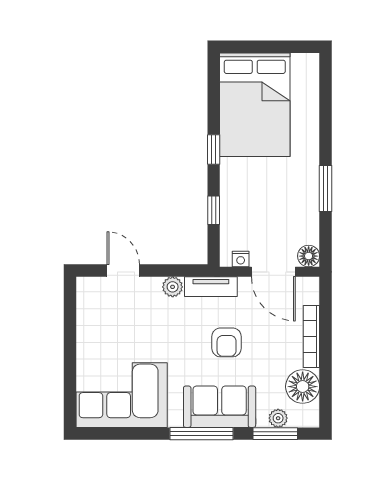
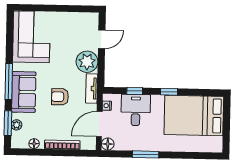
desk: (247, 208) -> (136, 110), added
plant: (173, 287) -> (87, 62), width x1.88, depth x1.88
floor lamp: (303, 387) -> (34, 144), width x0.53, depth x0.53

